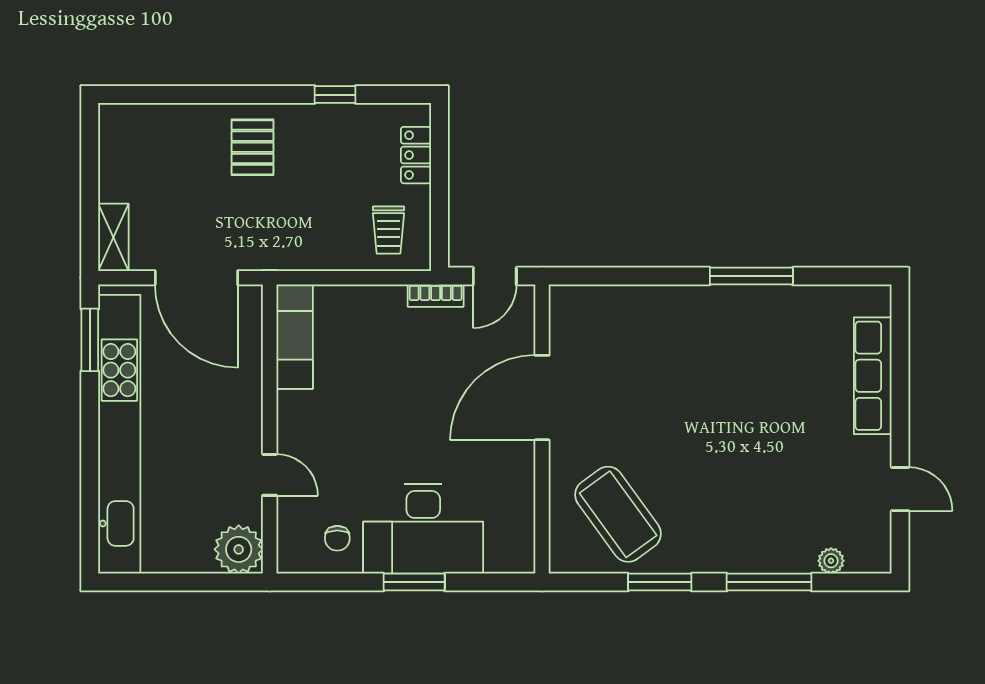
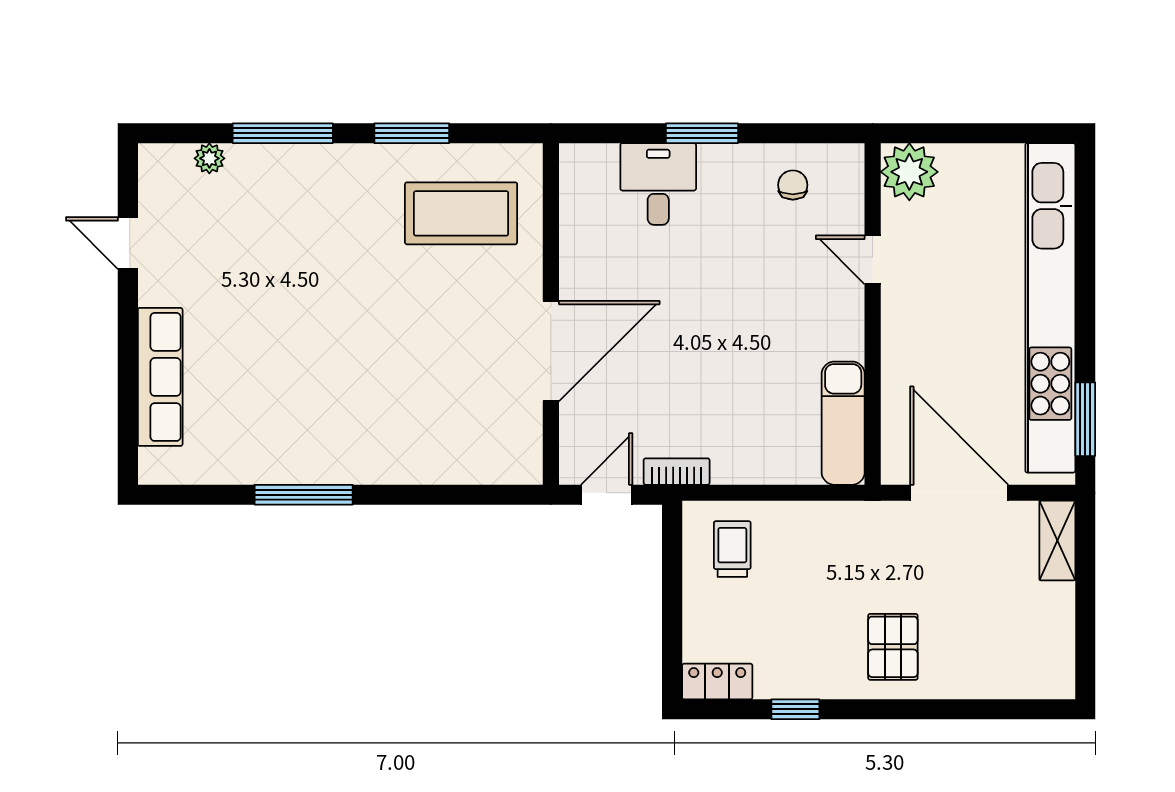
locker: (416, 155) -> (717, 681), moved, turned -90
coffee table: (618, 514) -> (461, 213), turned -54
desk: (423, 529) -> (658, 184), width x0.53, depth x0.77

